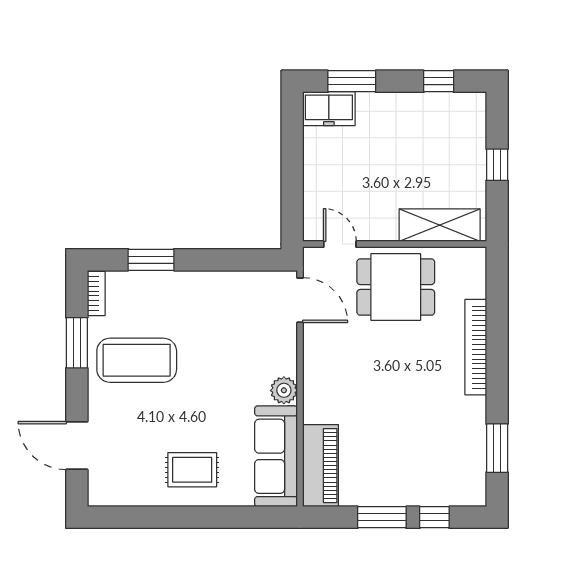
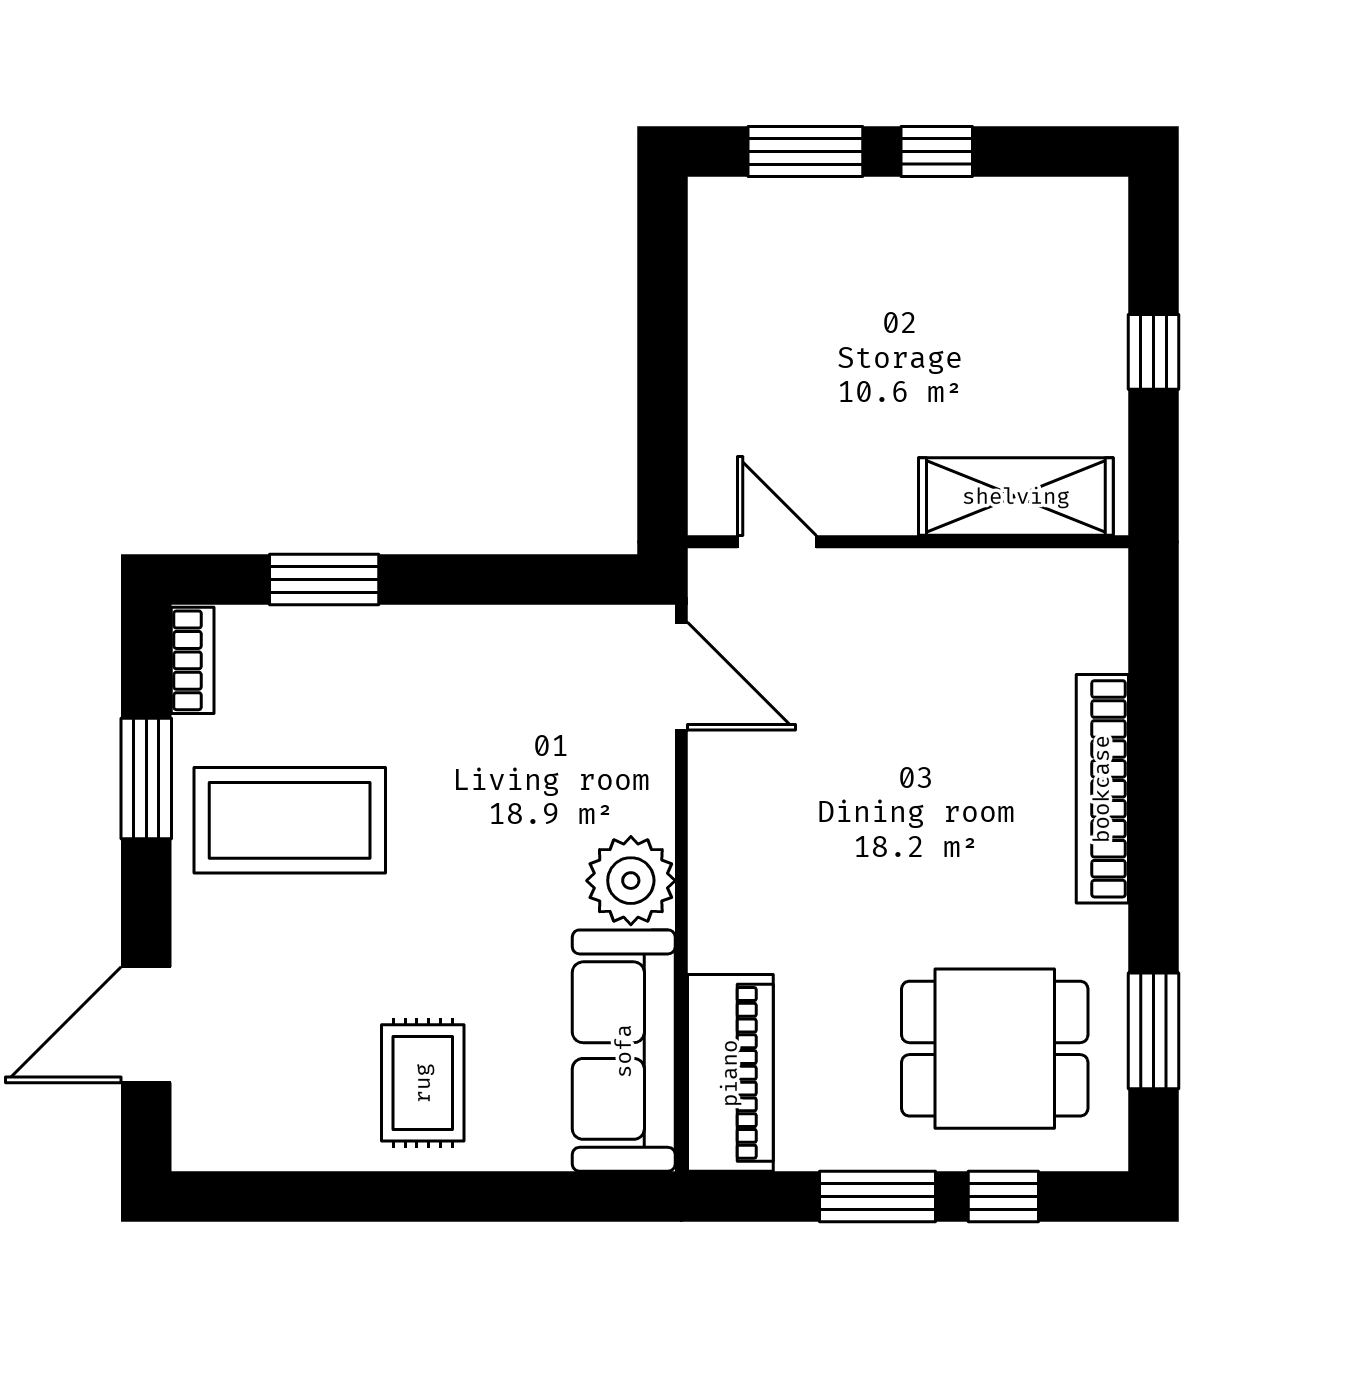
window: (439, 81) -> (937, 151), moved
freezer: (329, 109) -> (750, 217), removed
dining table: (396, 287) -> (995, 1049), moved
plant: (284, 390) -> (631, 881), width x1.36, depth x1.36
door: (77, 446) -> (146, 1025), hinge flipped
rug: (192, 470) -> (423, 1083), turned 90

